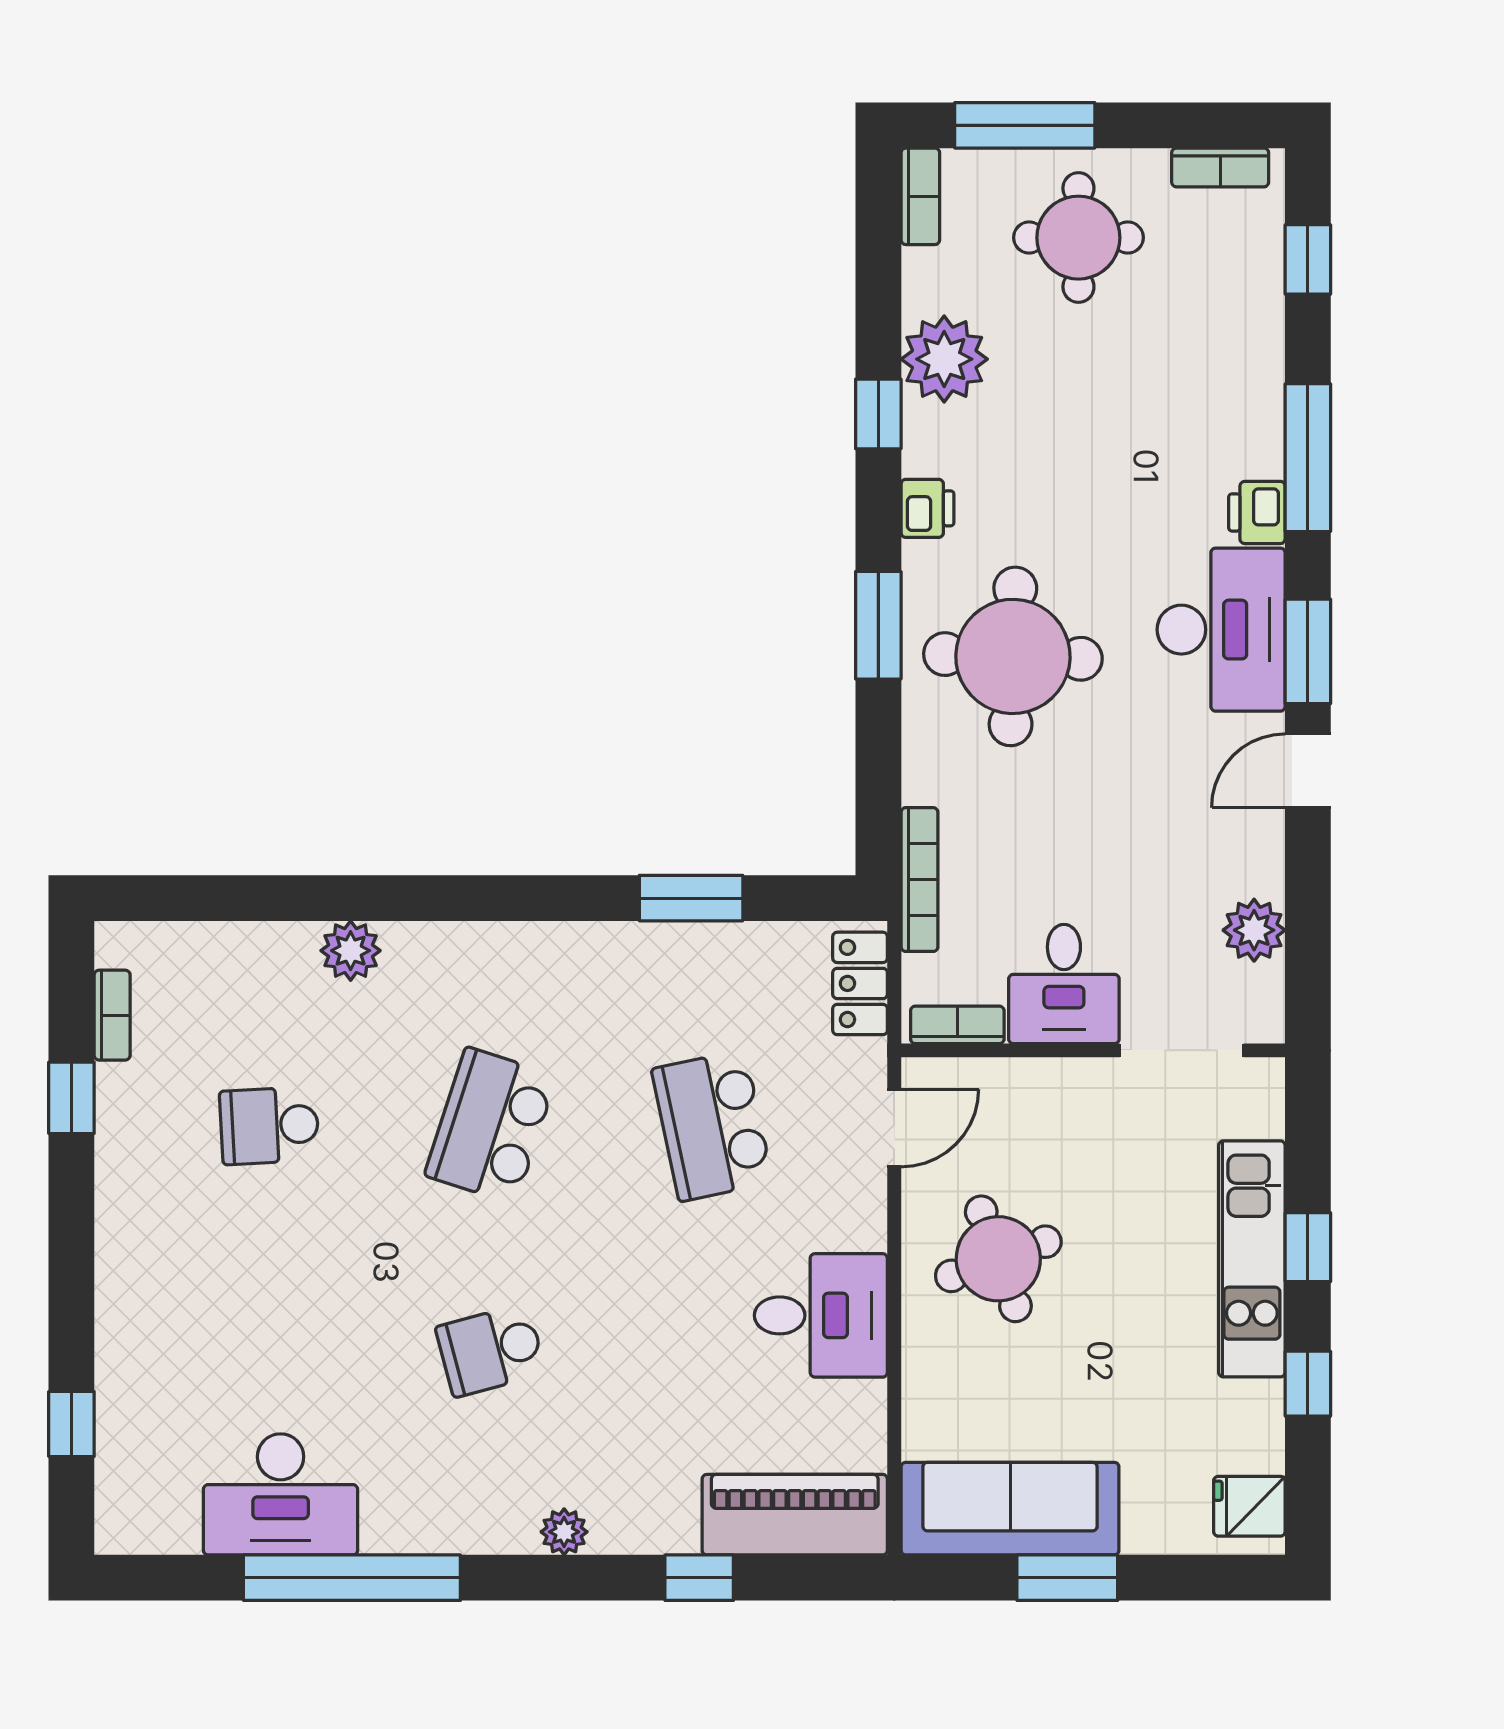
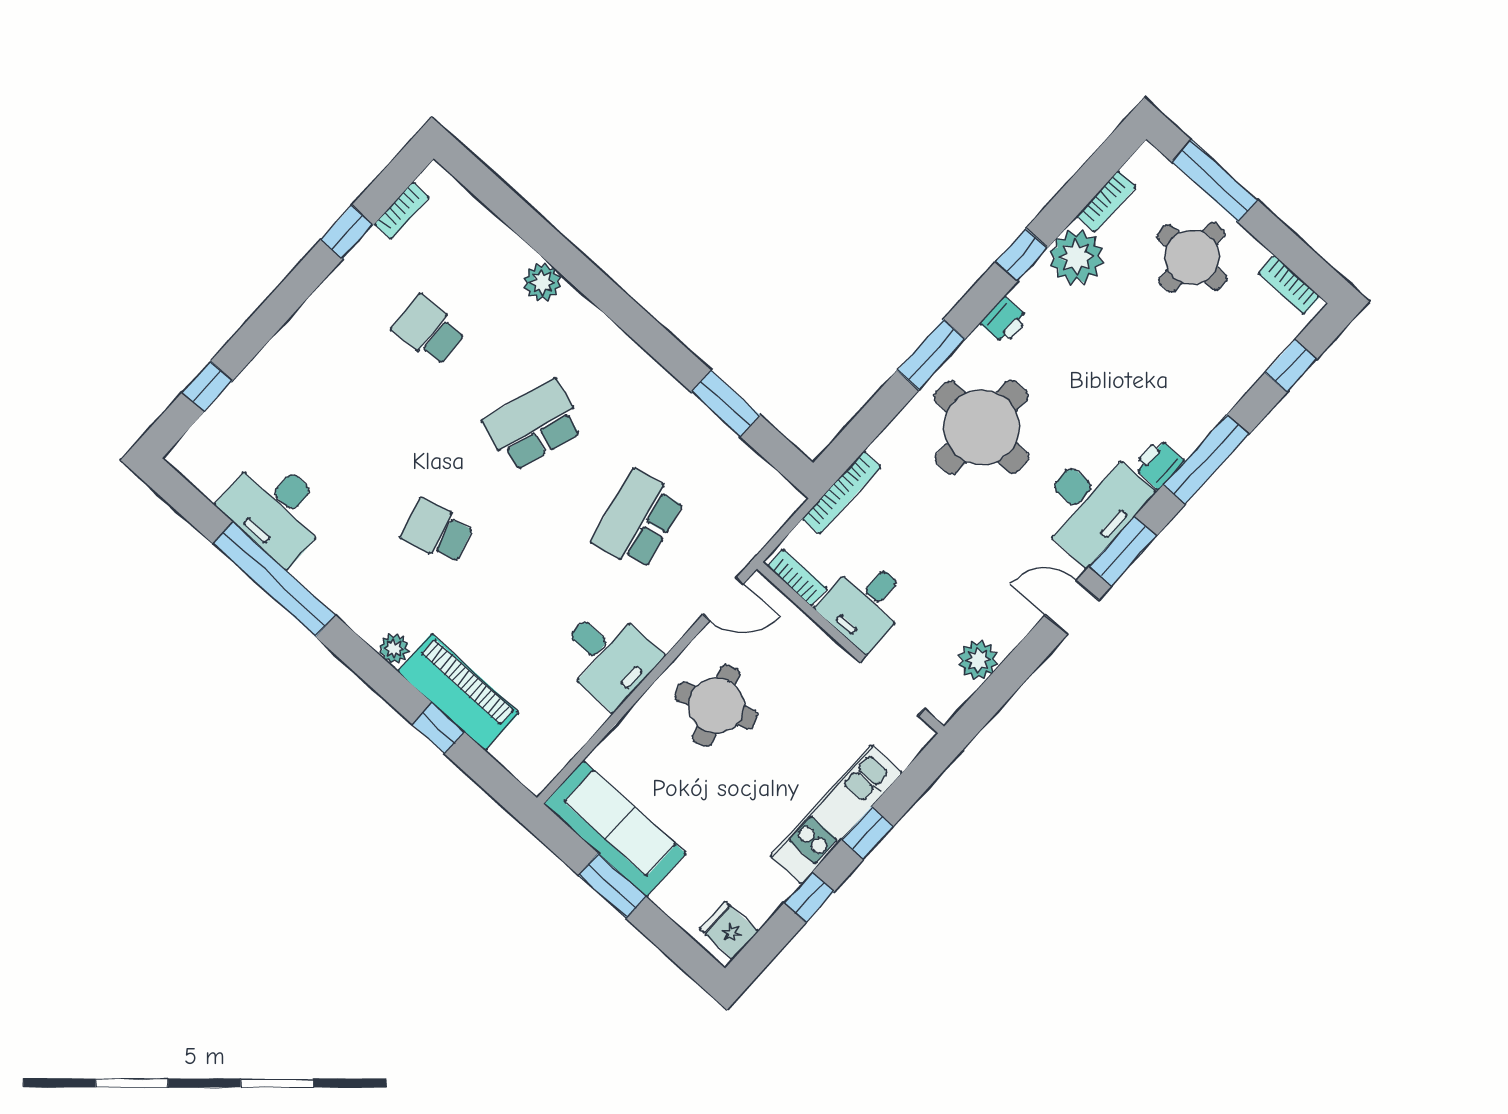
bookcase: (920, 196) -> (1106, 201), moved
locker: (860, 983) -> (769, 516), removed
piano: (795, 1515) -> (458, 692), moved

